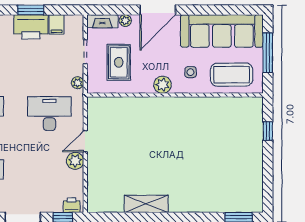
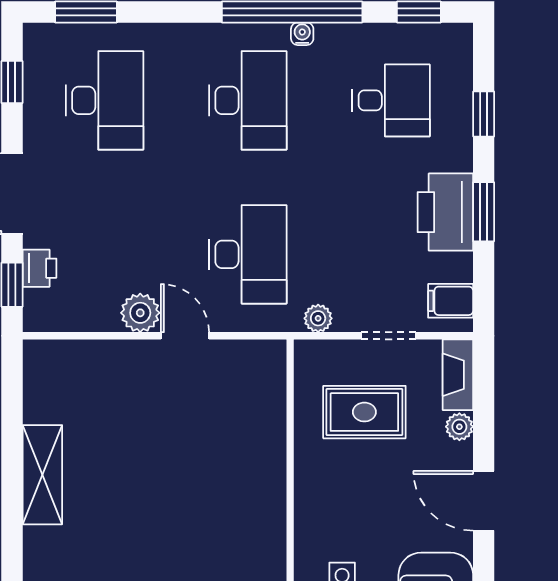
door: (158, 10) -> (484, 501), width x0.73
filing cabinet: (56, 24) -> (451, 301), moved
plant: (163, 85) -> (313, 512), removed
printer: (72, 205) -> (39, 268), moved

